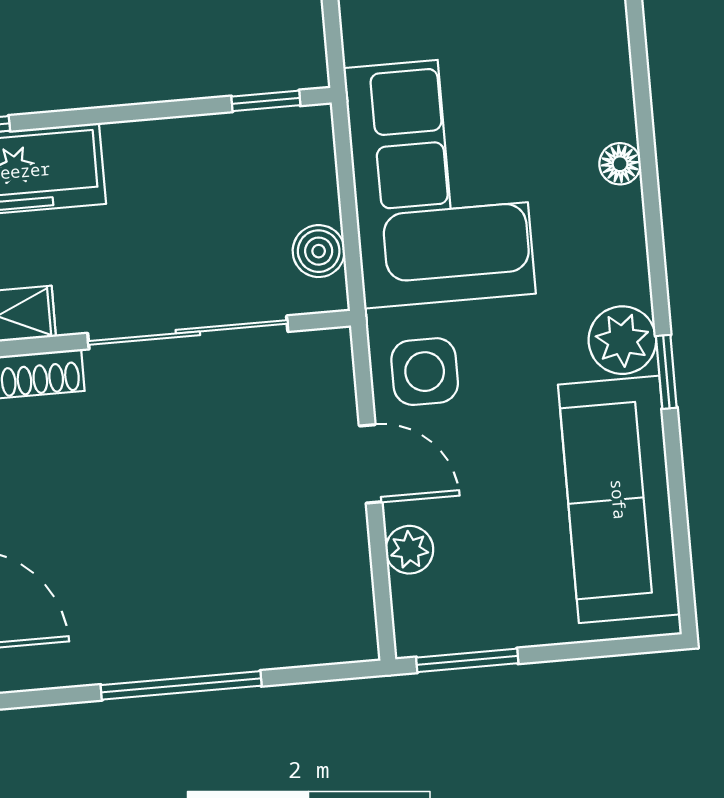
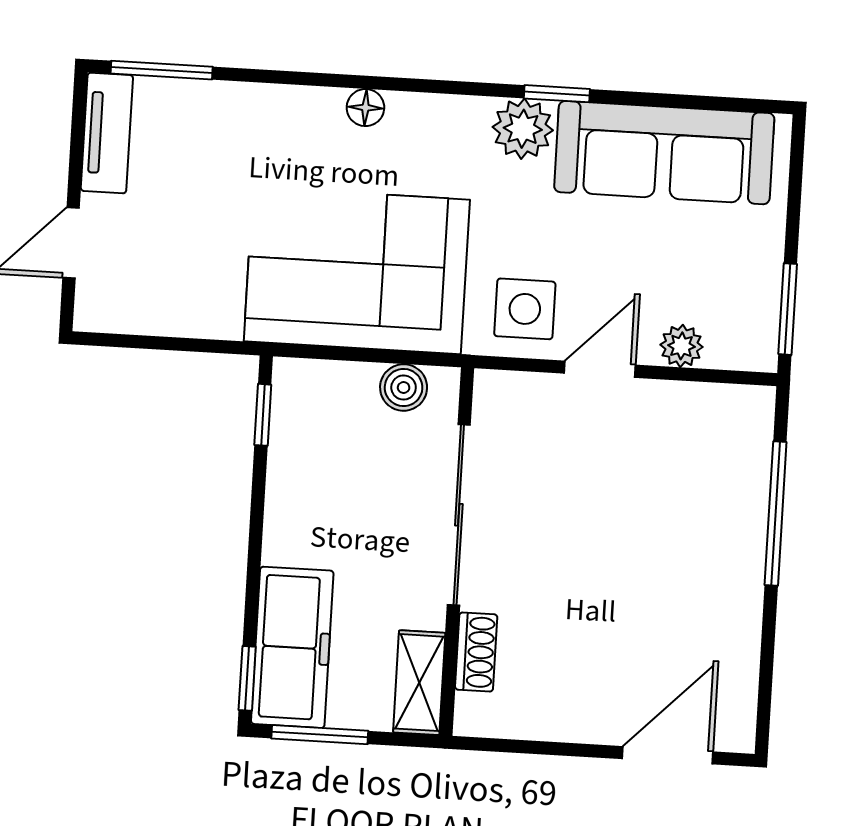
window: (181, 685) -> (776, 513), moved

